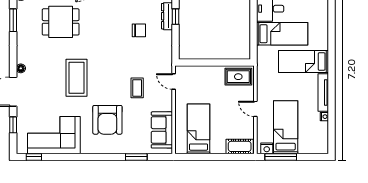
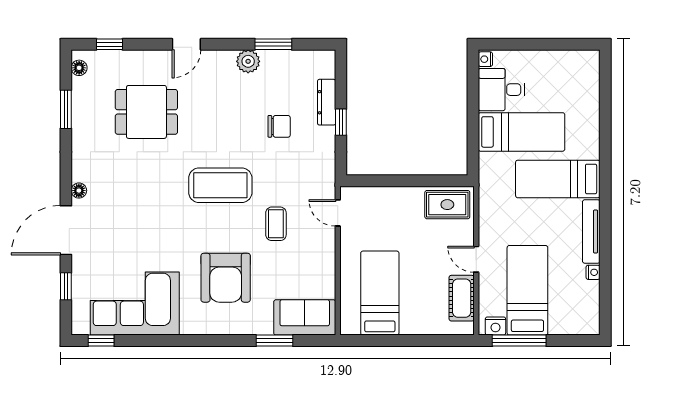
window: (175, 17) -> (341, 122), moved
coffee table: (76, 78) -> (220, 185), moved, turned 90
sofa: (162, 130) -> (305, 317), moved, turned 90
cot: (240, 146) -> (462, 298), moved, turned 90

